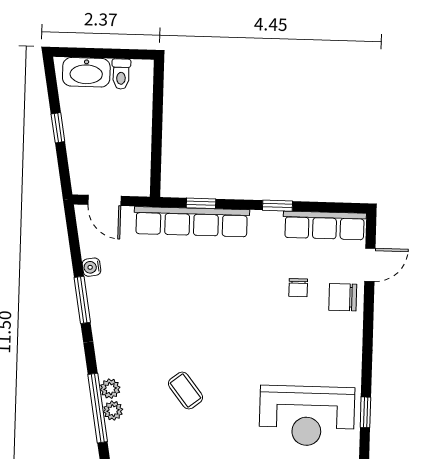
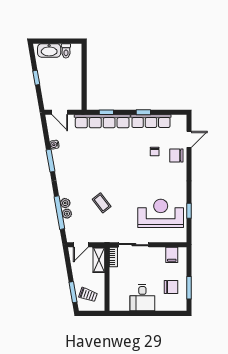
row of seats: (325, 225) -> (151, 121), moved
reception desk: (307, 416) -> (161, 213), turned 180

